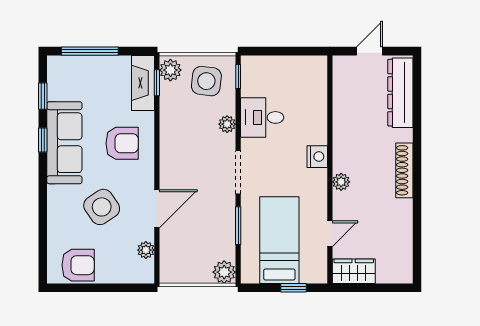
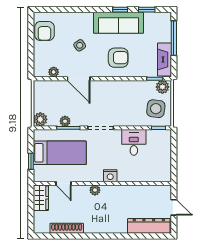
fireplace: (143, 83) -> (165, 59), moved, turned -90
plant: (227, 124) -> (65, 121), moved
armchair: (122, 143) -> (118, 58), turned -90
shoe rack: (404, 170) -> (67, 228), moved
side table: (102, 207) -> (80, 45), width x0.54, depth x0.54

